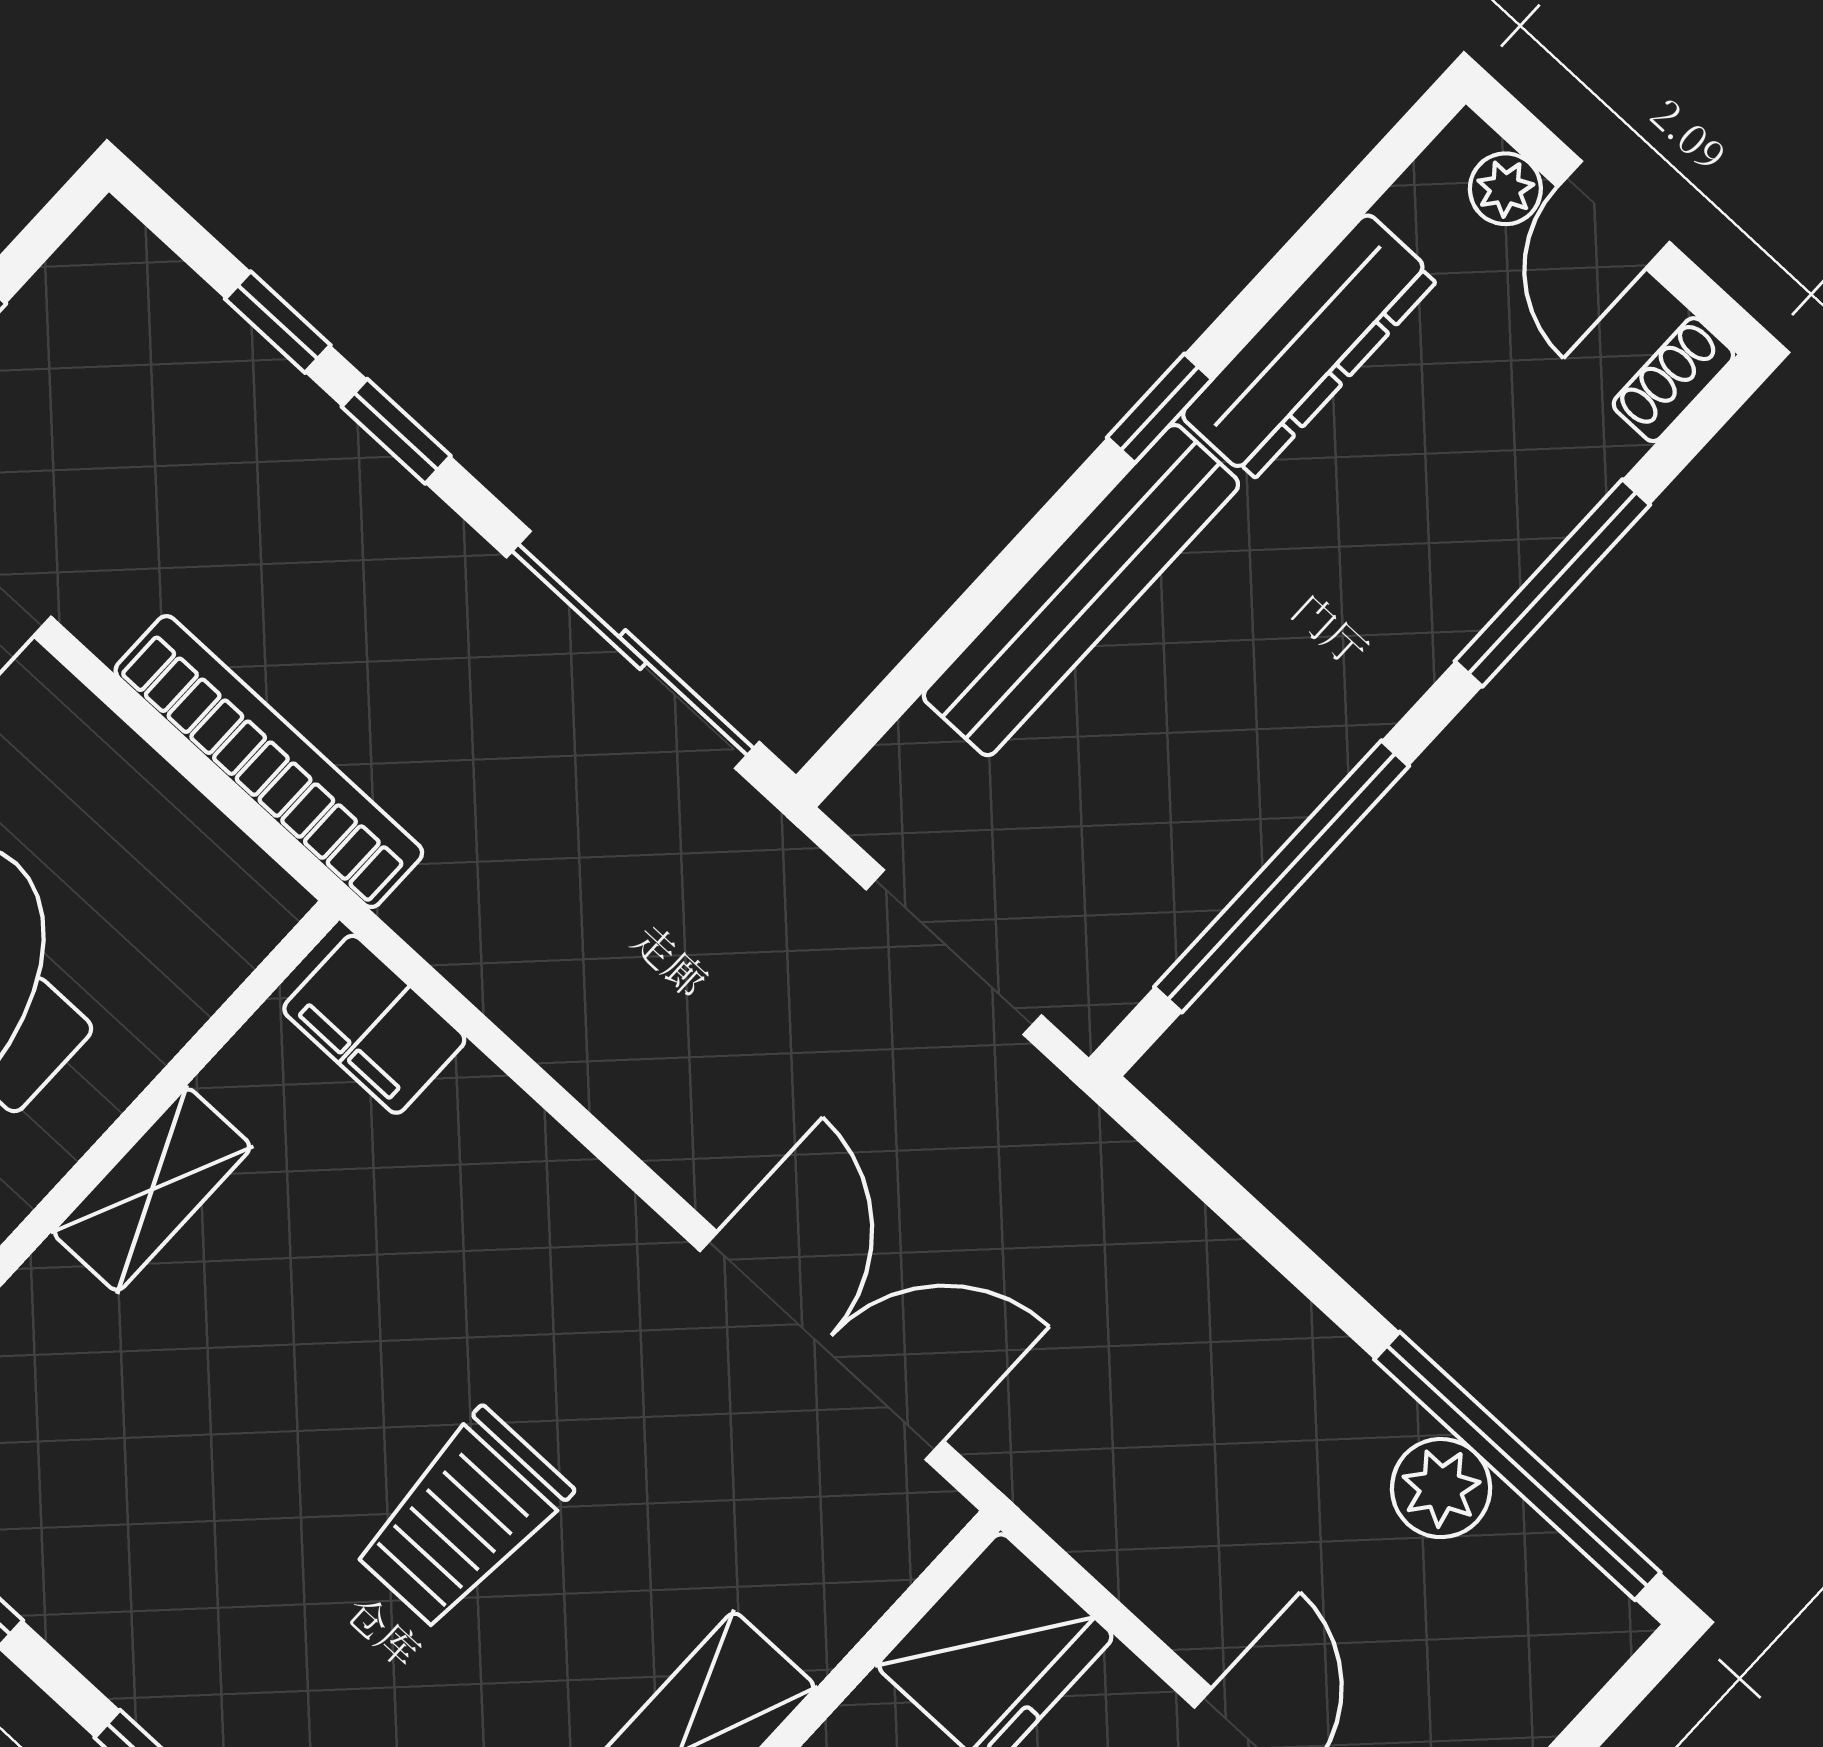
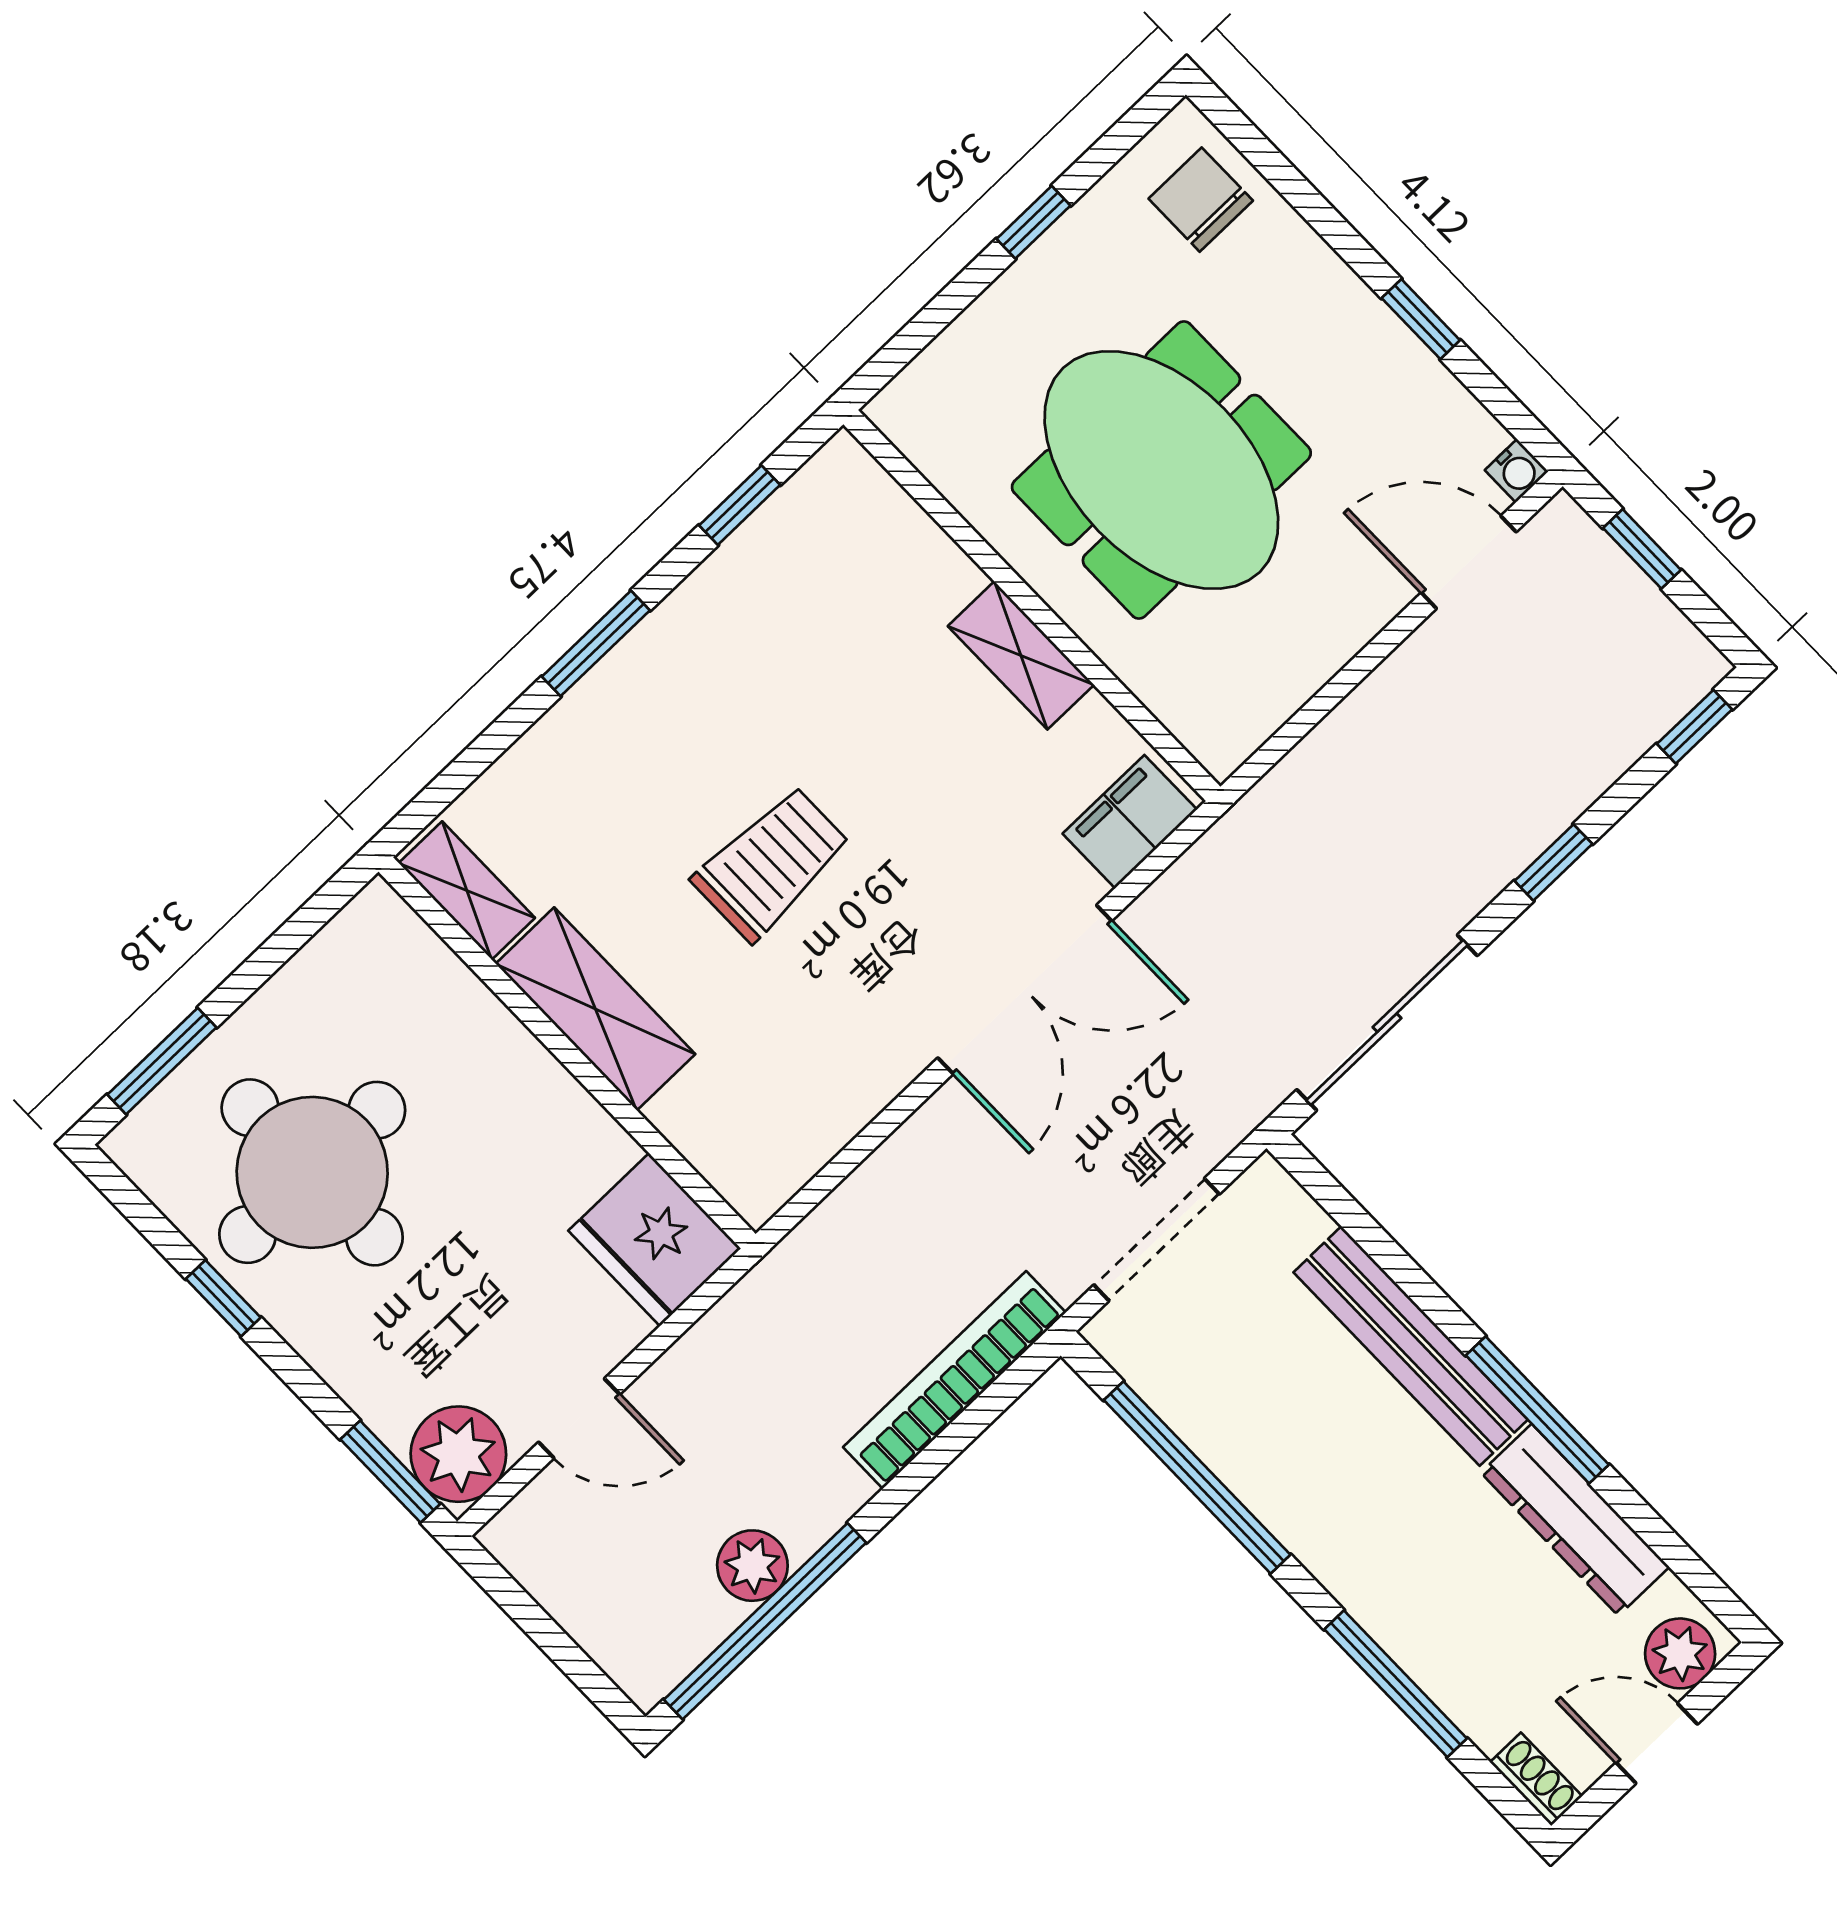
plant: (1505, 189) -> (1680, 1653), width x1.38, depth x1.38
window: (278, 322) -> (1695, 727), moved
window: (1159, 408) -> (1537, 1410), width x2.17
bookcase: (269, 762) -> (955, 1380), moved, turned 180
double door: (822, 1346) -> (1025, 989), moved
trolley: (462, 1520) -> (771, 863), turned 90

